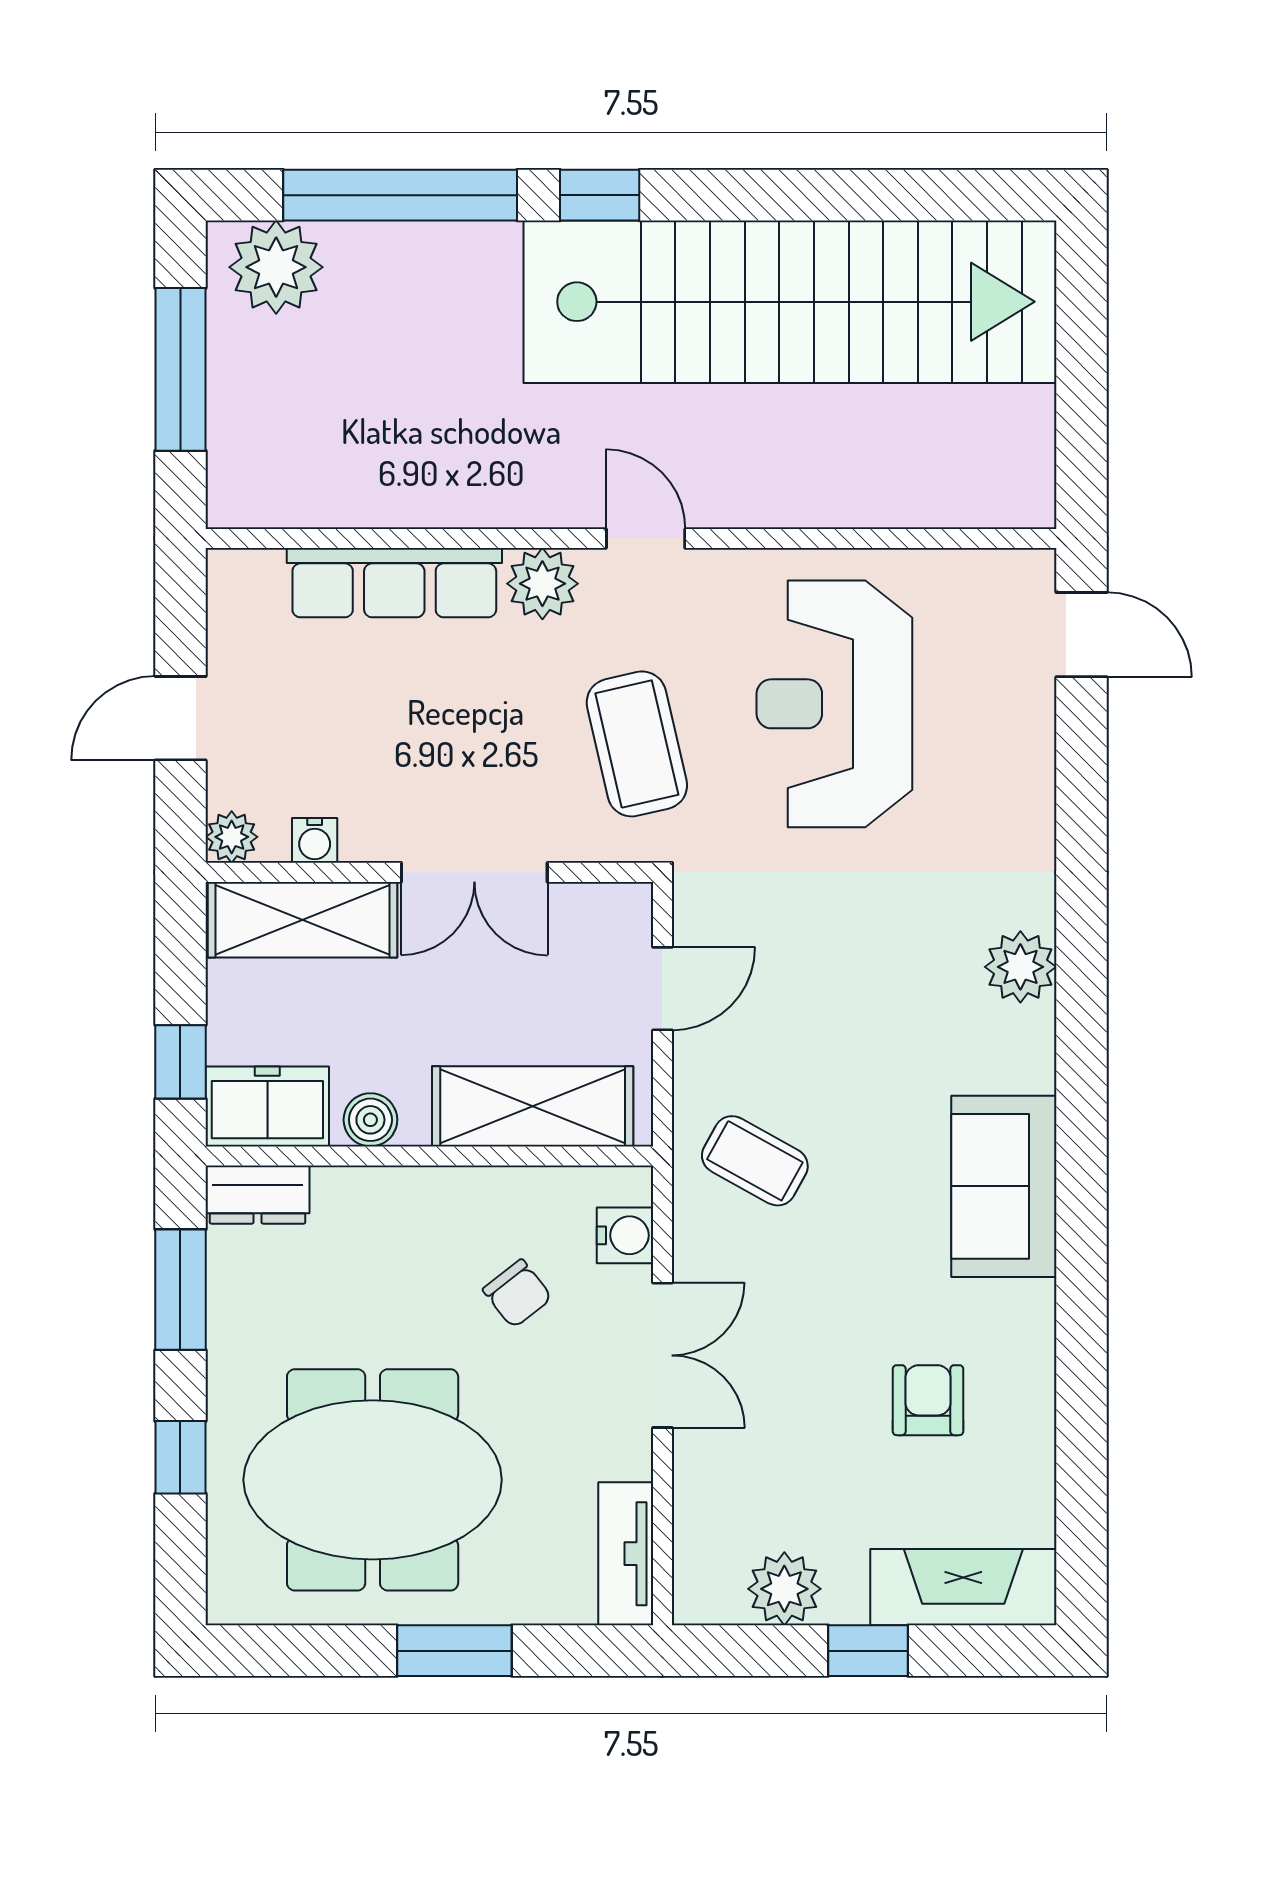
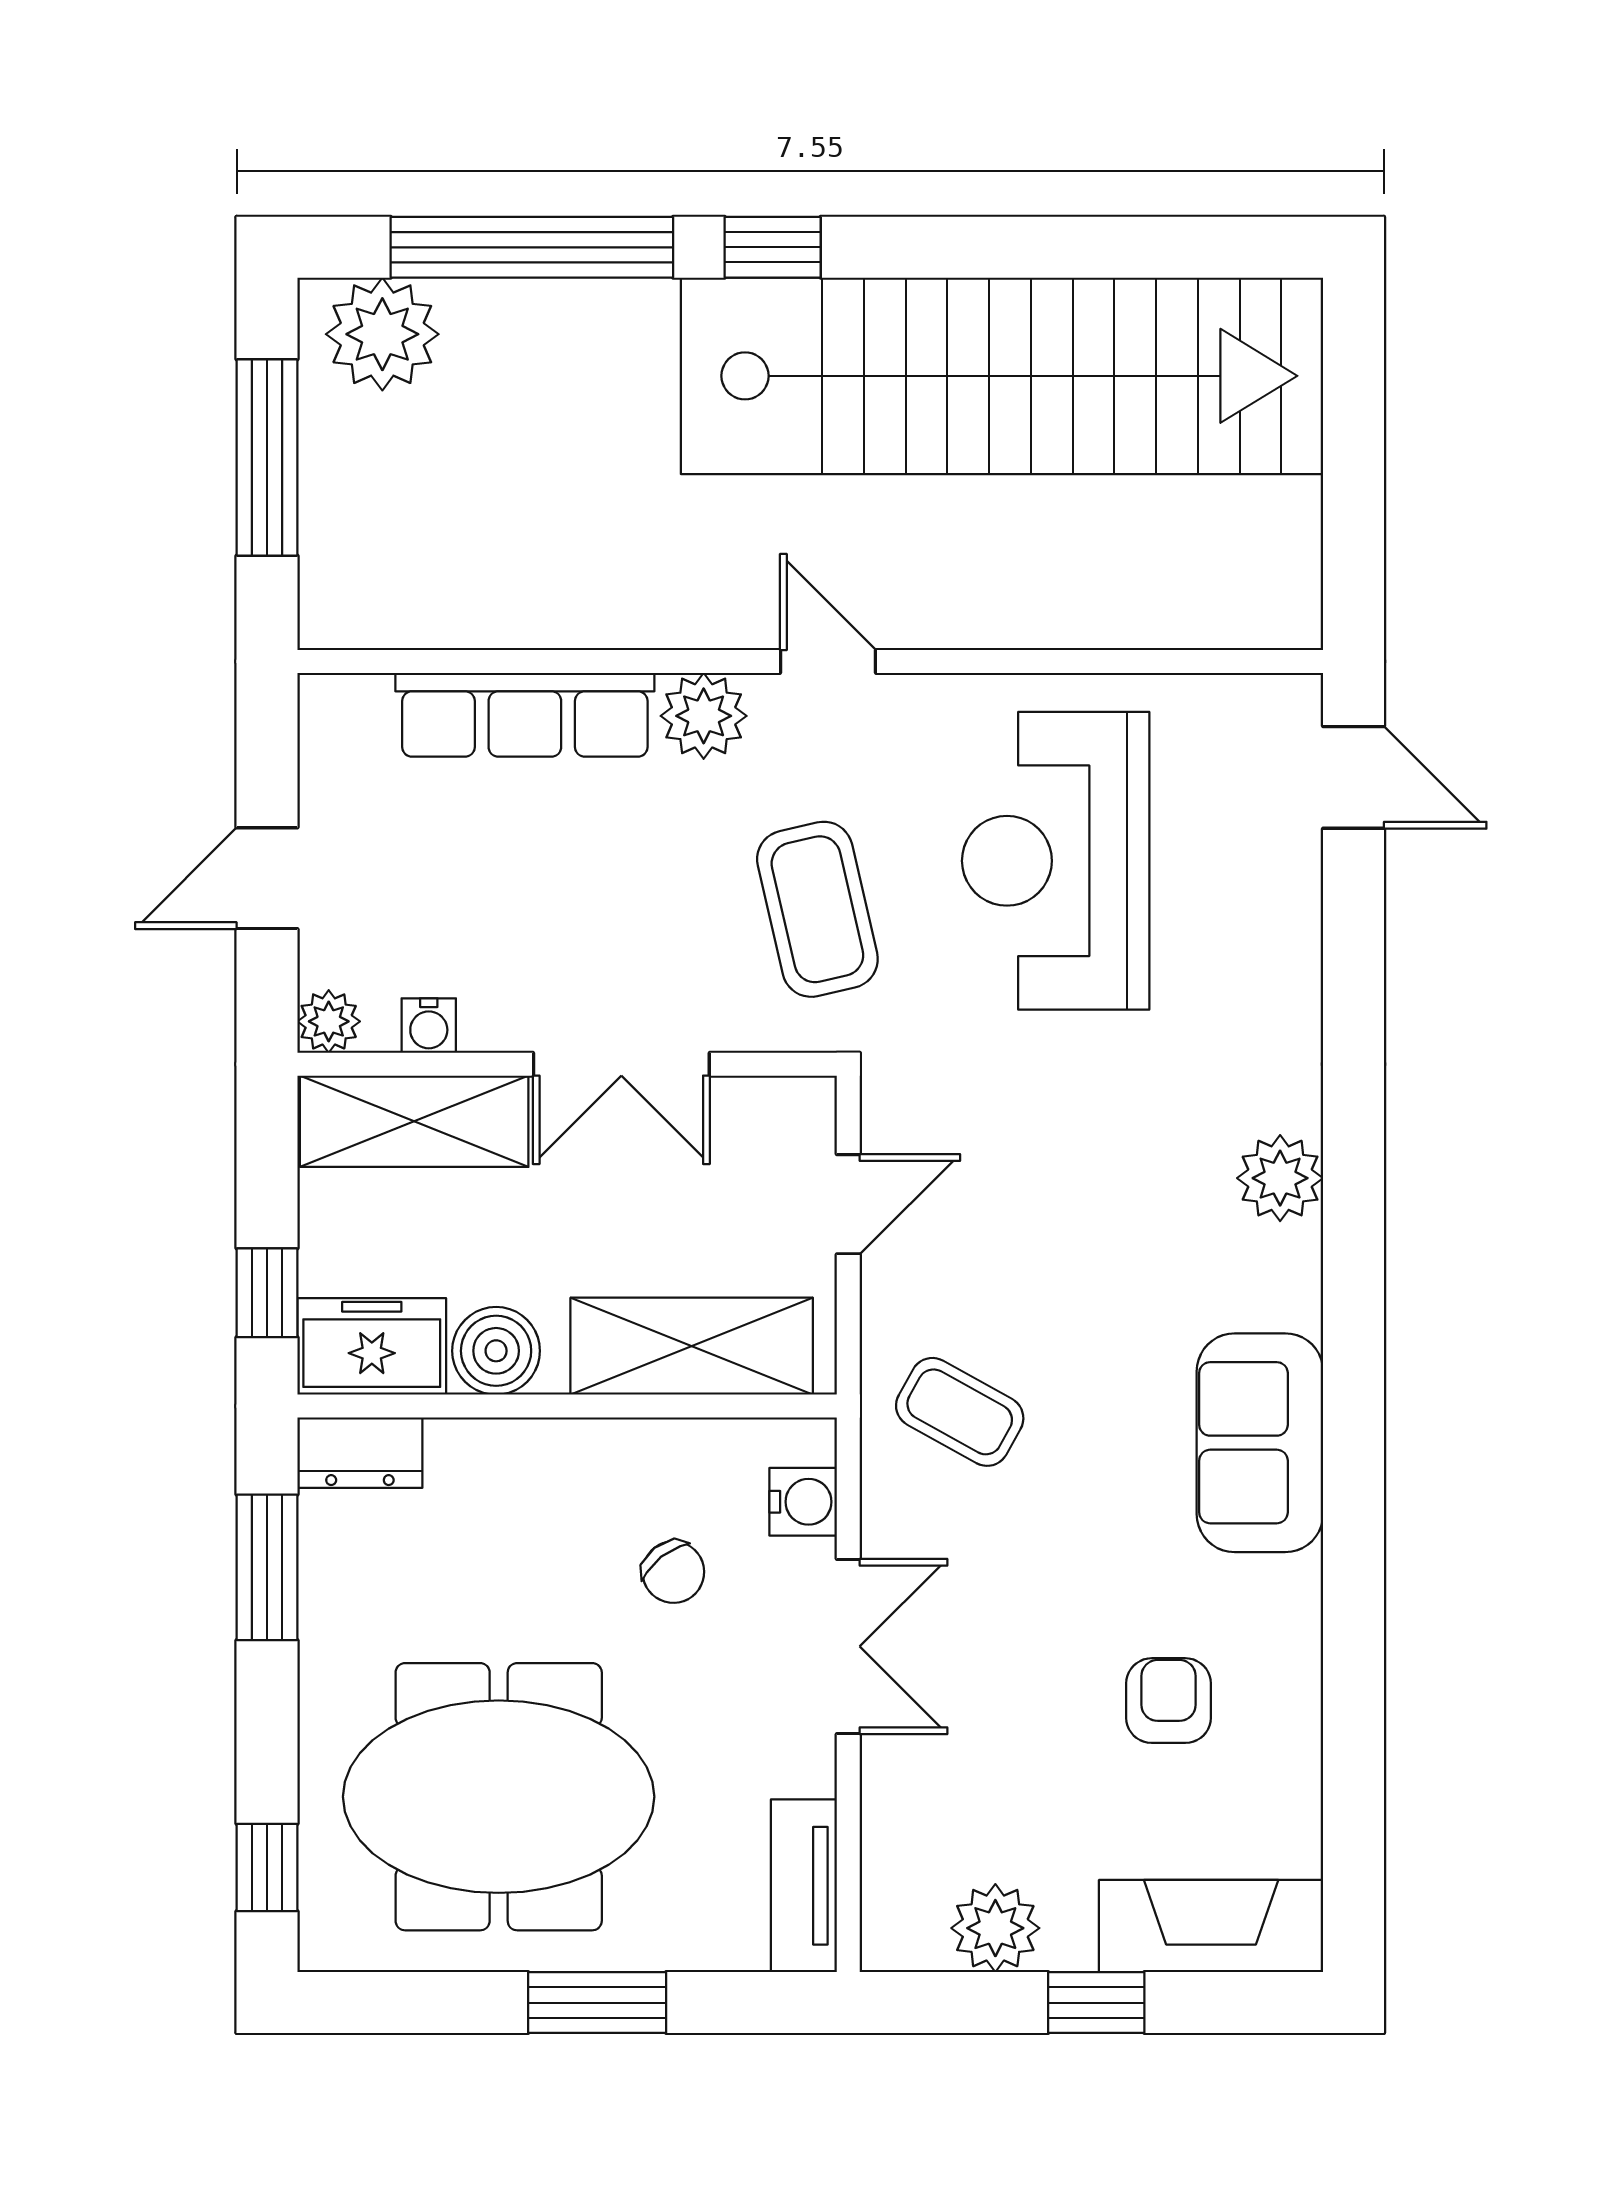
boiler: (370, 1120) -> (496, 1351), width x1.36, depth x1.36
window: (180, 1457) -> (267, 1868), moved

